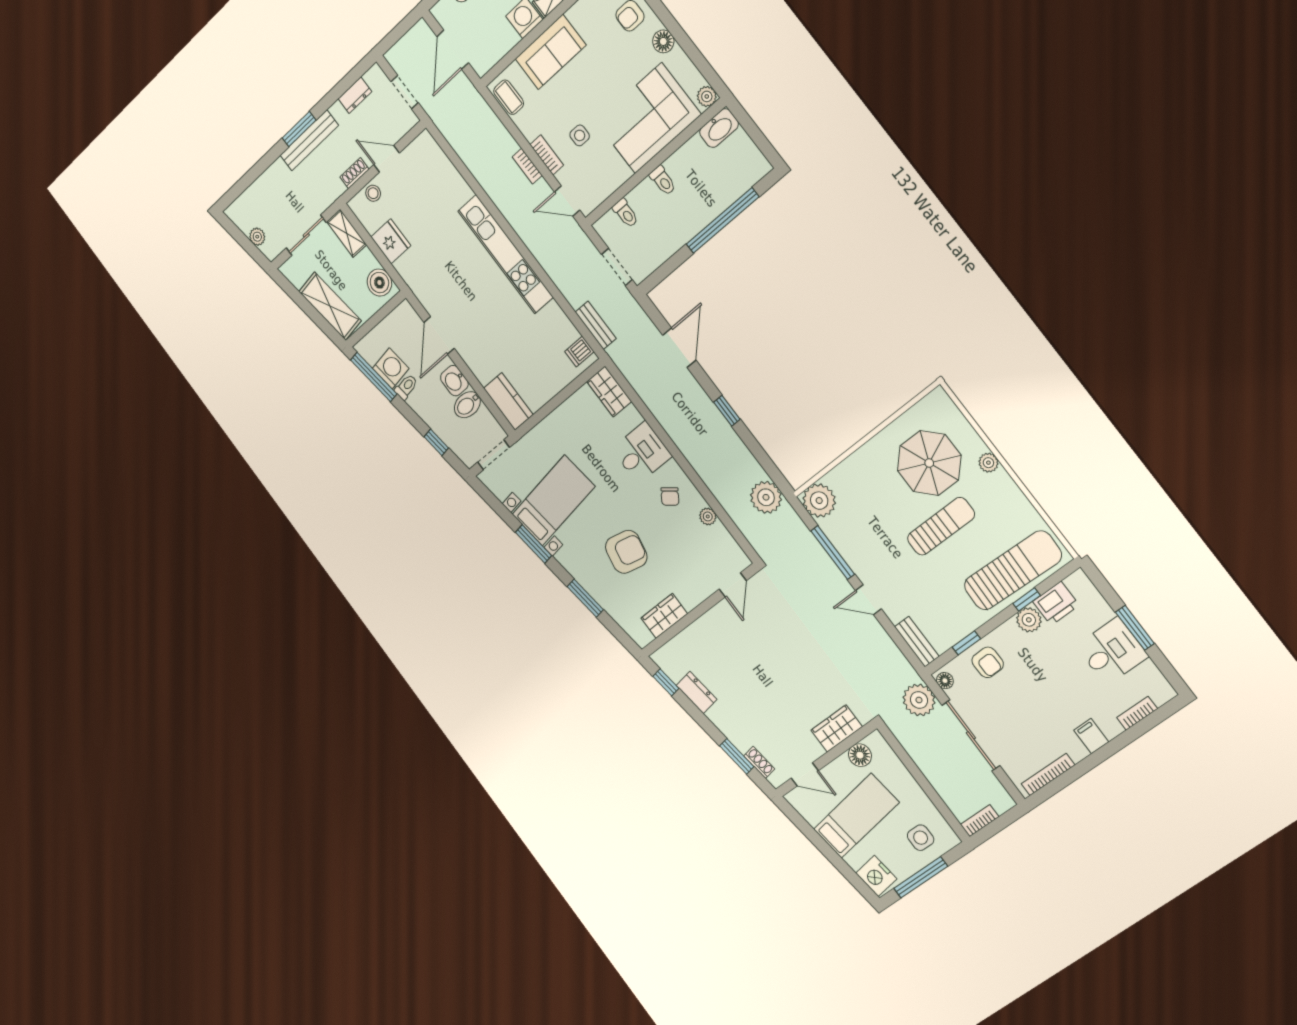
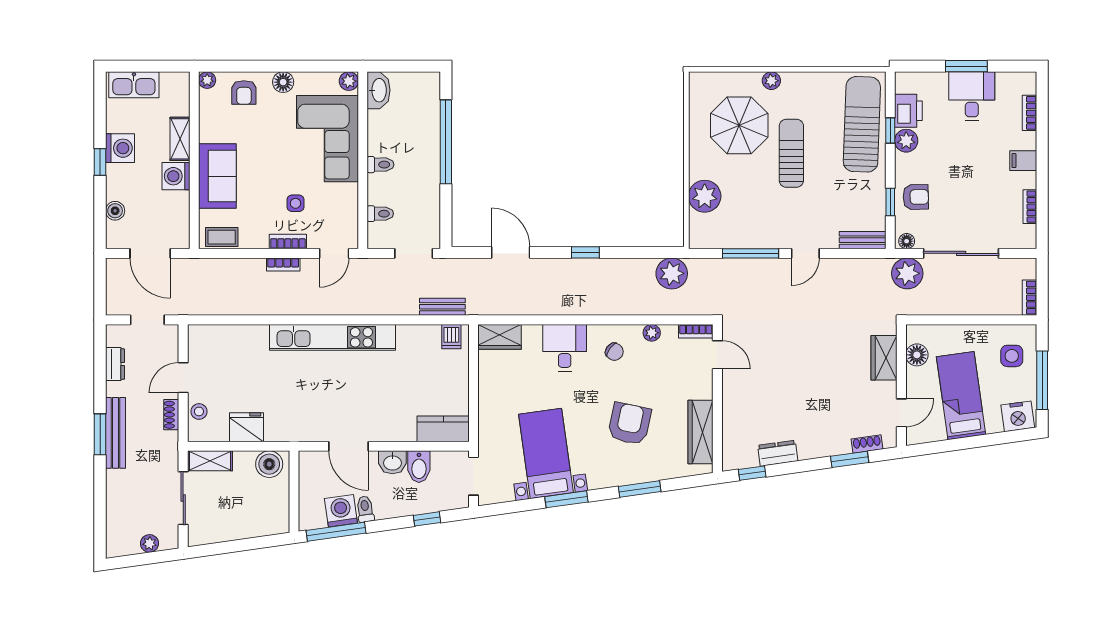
shelving: (330, 306) -> (253, 524), removed
plant: (819, 501) -> (705, 196), moved
bookcase: (737, 553) -> (696, 331), added
wardrobe: (664, 616) -> (701, 432), width x1.50
bookcase: (1048, 774) -> (1030, 207), width x0.64

